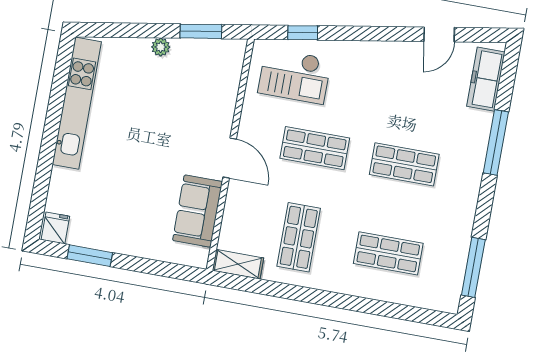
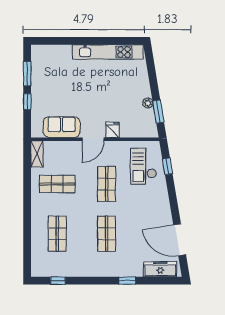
door: (439, 34) -> (180, 240), width x1.87
plant: (161, 47) -> (148, 103), moved
window: (496, 142) -> (127, 281), width x0.46
fridge: (55, 228) -> (113, 130), moved, turned -90
window: (140, 265) -> (27, 102), added
window: (473, 267) -> (58, 281), width x0.46

